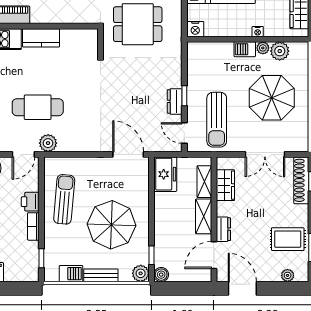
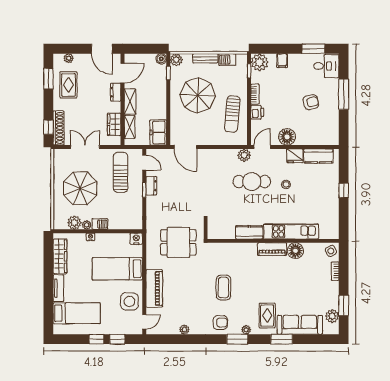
rug: (288, 239) -> (68, 85), turned 90
plant: (27, 270) -> (260, 62), added

